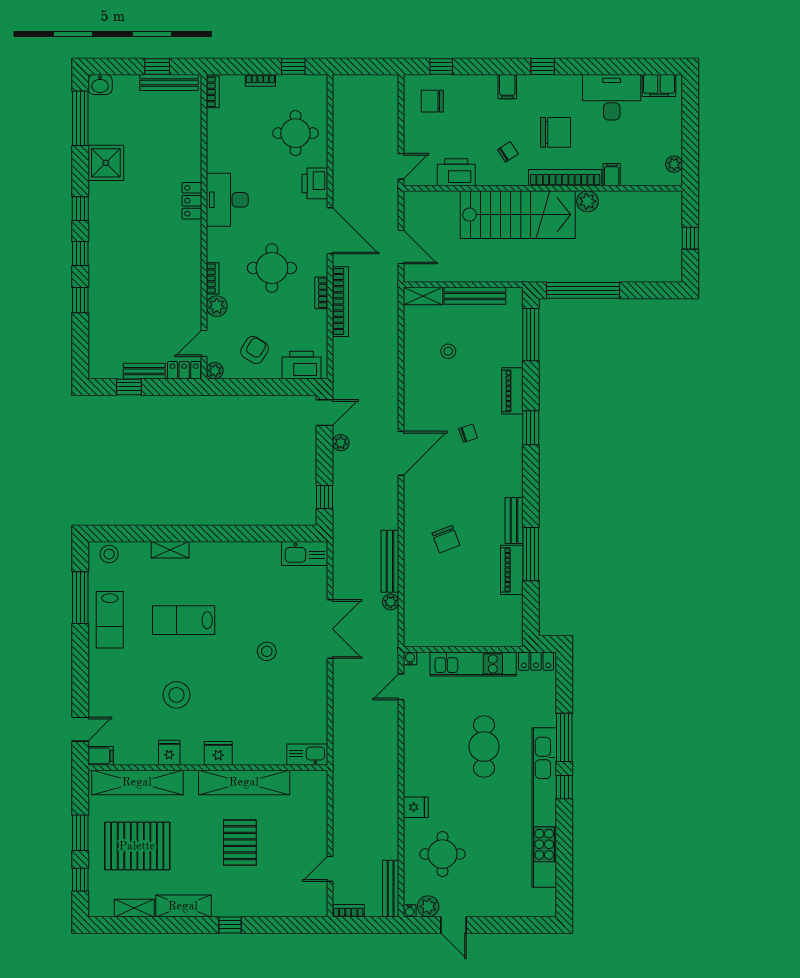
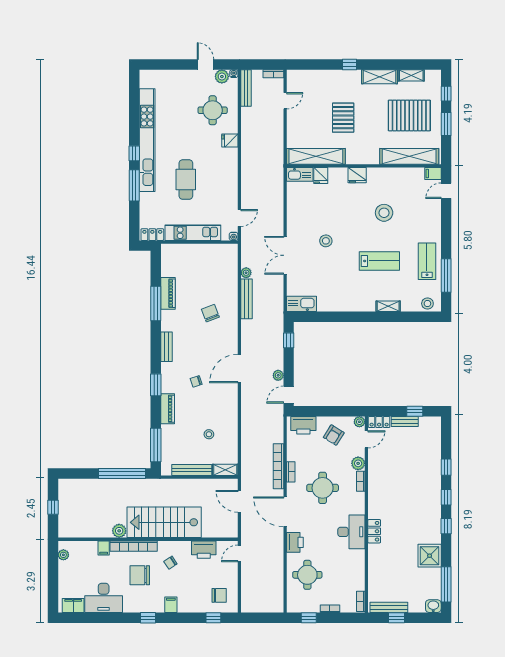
bench: (514, 520) -> (167, 347), moved
fridge: (169, 753) -> (321, 176), moved
shelving: (244, 782) -> (316, 156), moved

